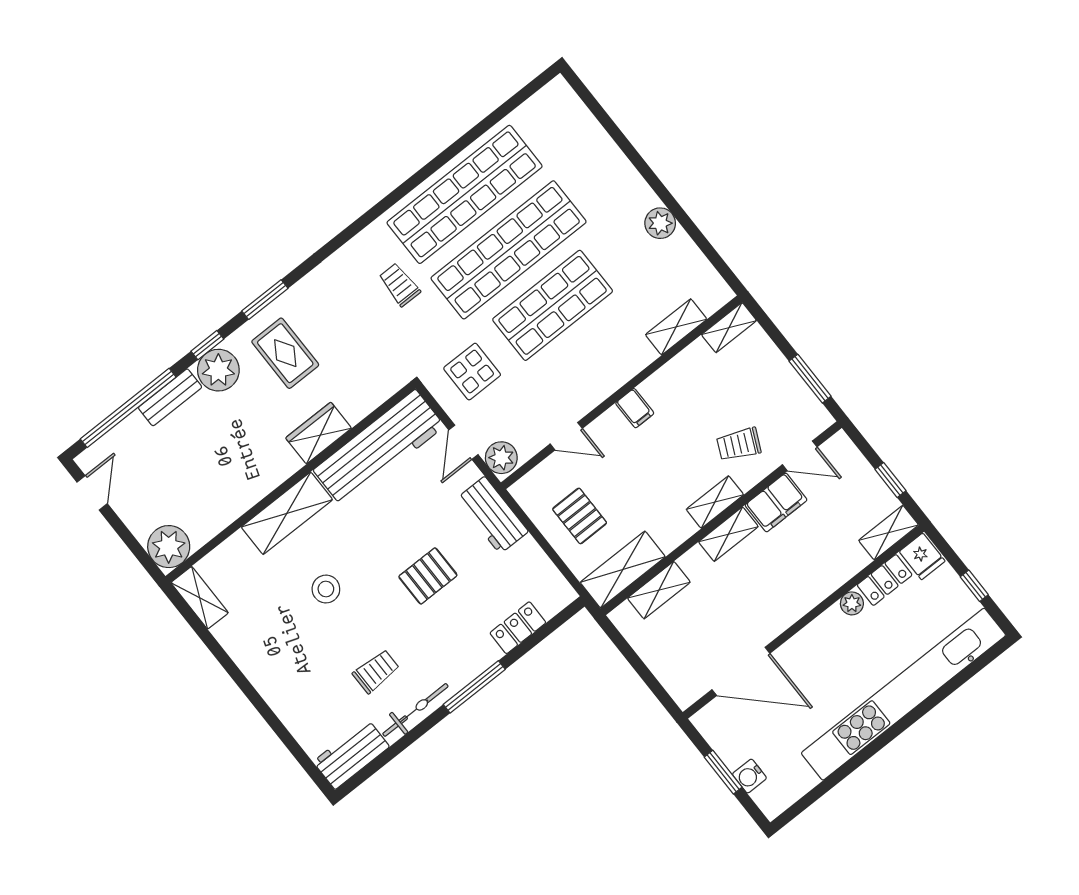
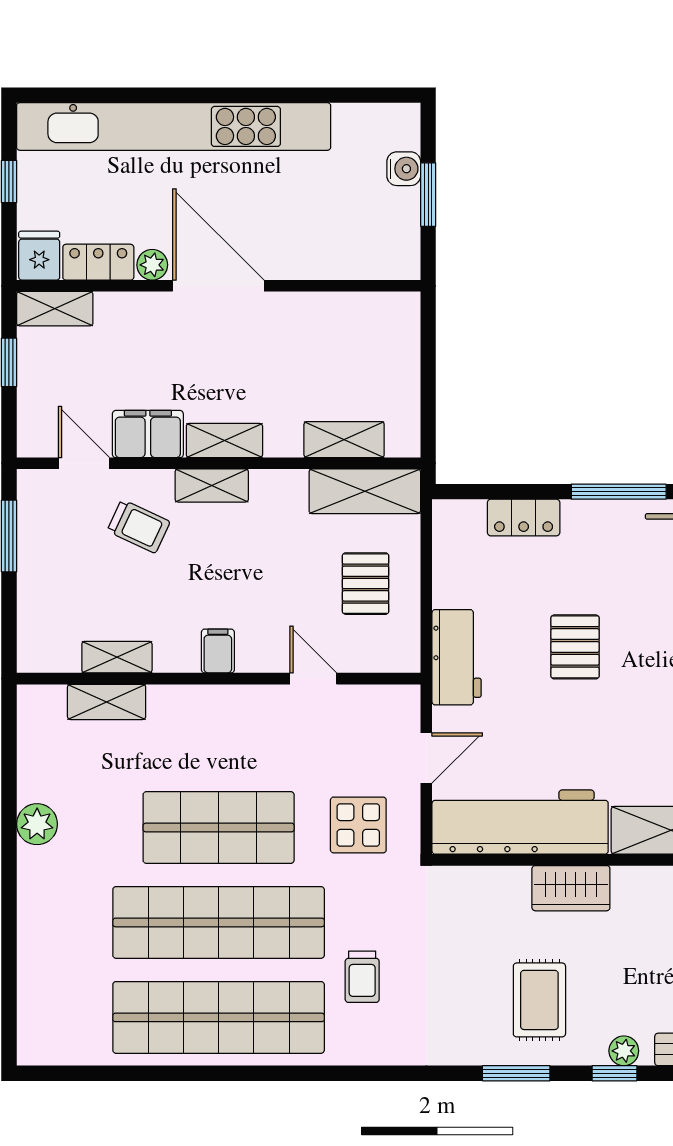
shelving: (729, 328) -> (117, 657), moved
plant: (218, 370) -> (624, 1051), width x0.53, depth x0.53
plant: (501, 458) -> (399, 710), removed
pallet: (428, 576) -> (575, 647), turned 90
door: (741, 671) -> (218, 286), moved

